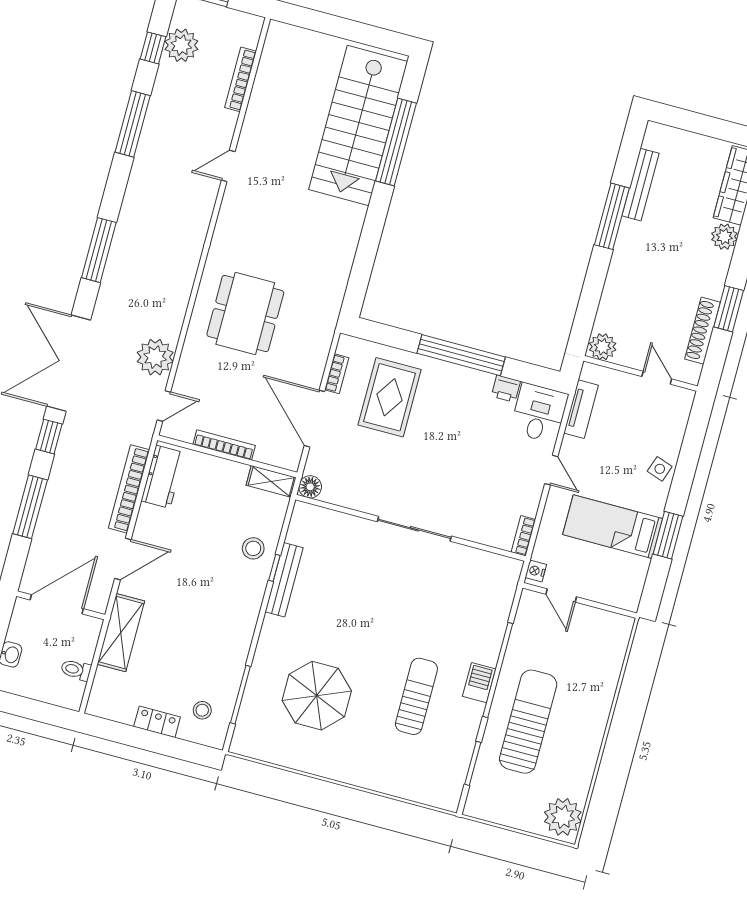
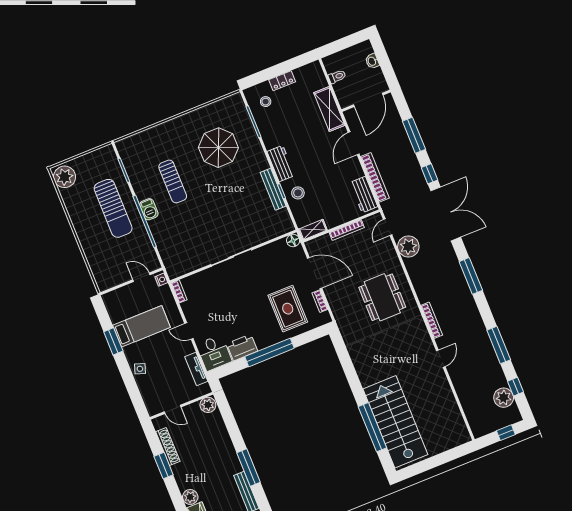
bookcase: (241, 79) -> (432, 320), moved
printer: (506, 389) -> (242, 347), width x1.87, depth x1.48
workbench: (246, 607) -> (281, 163), added

